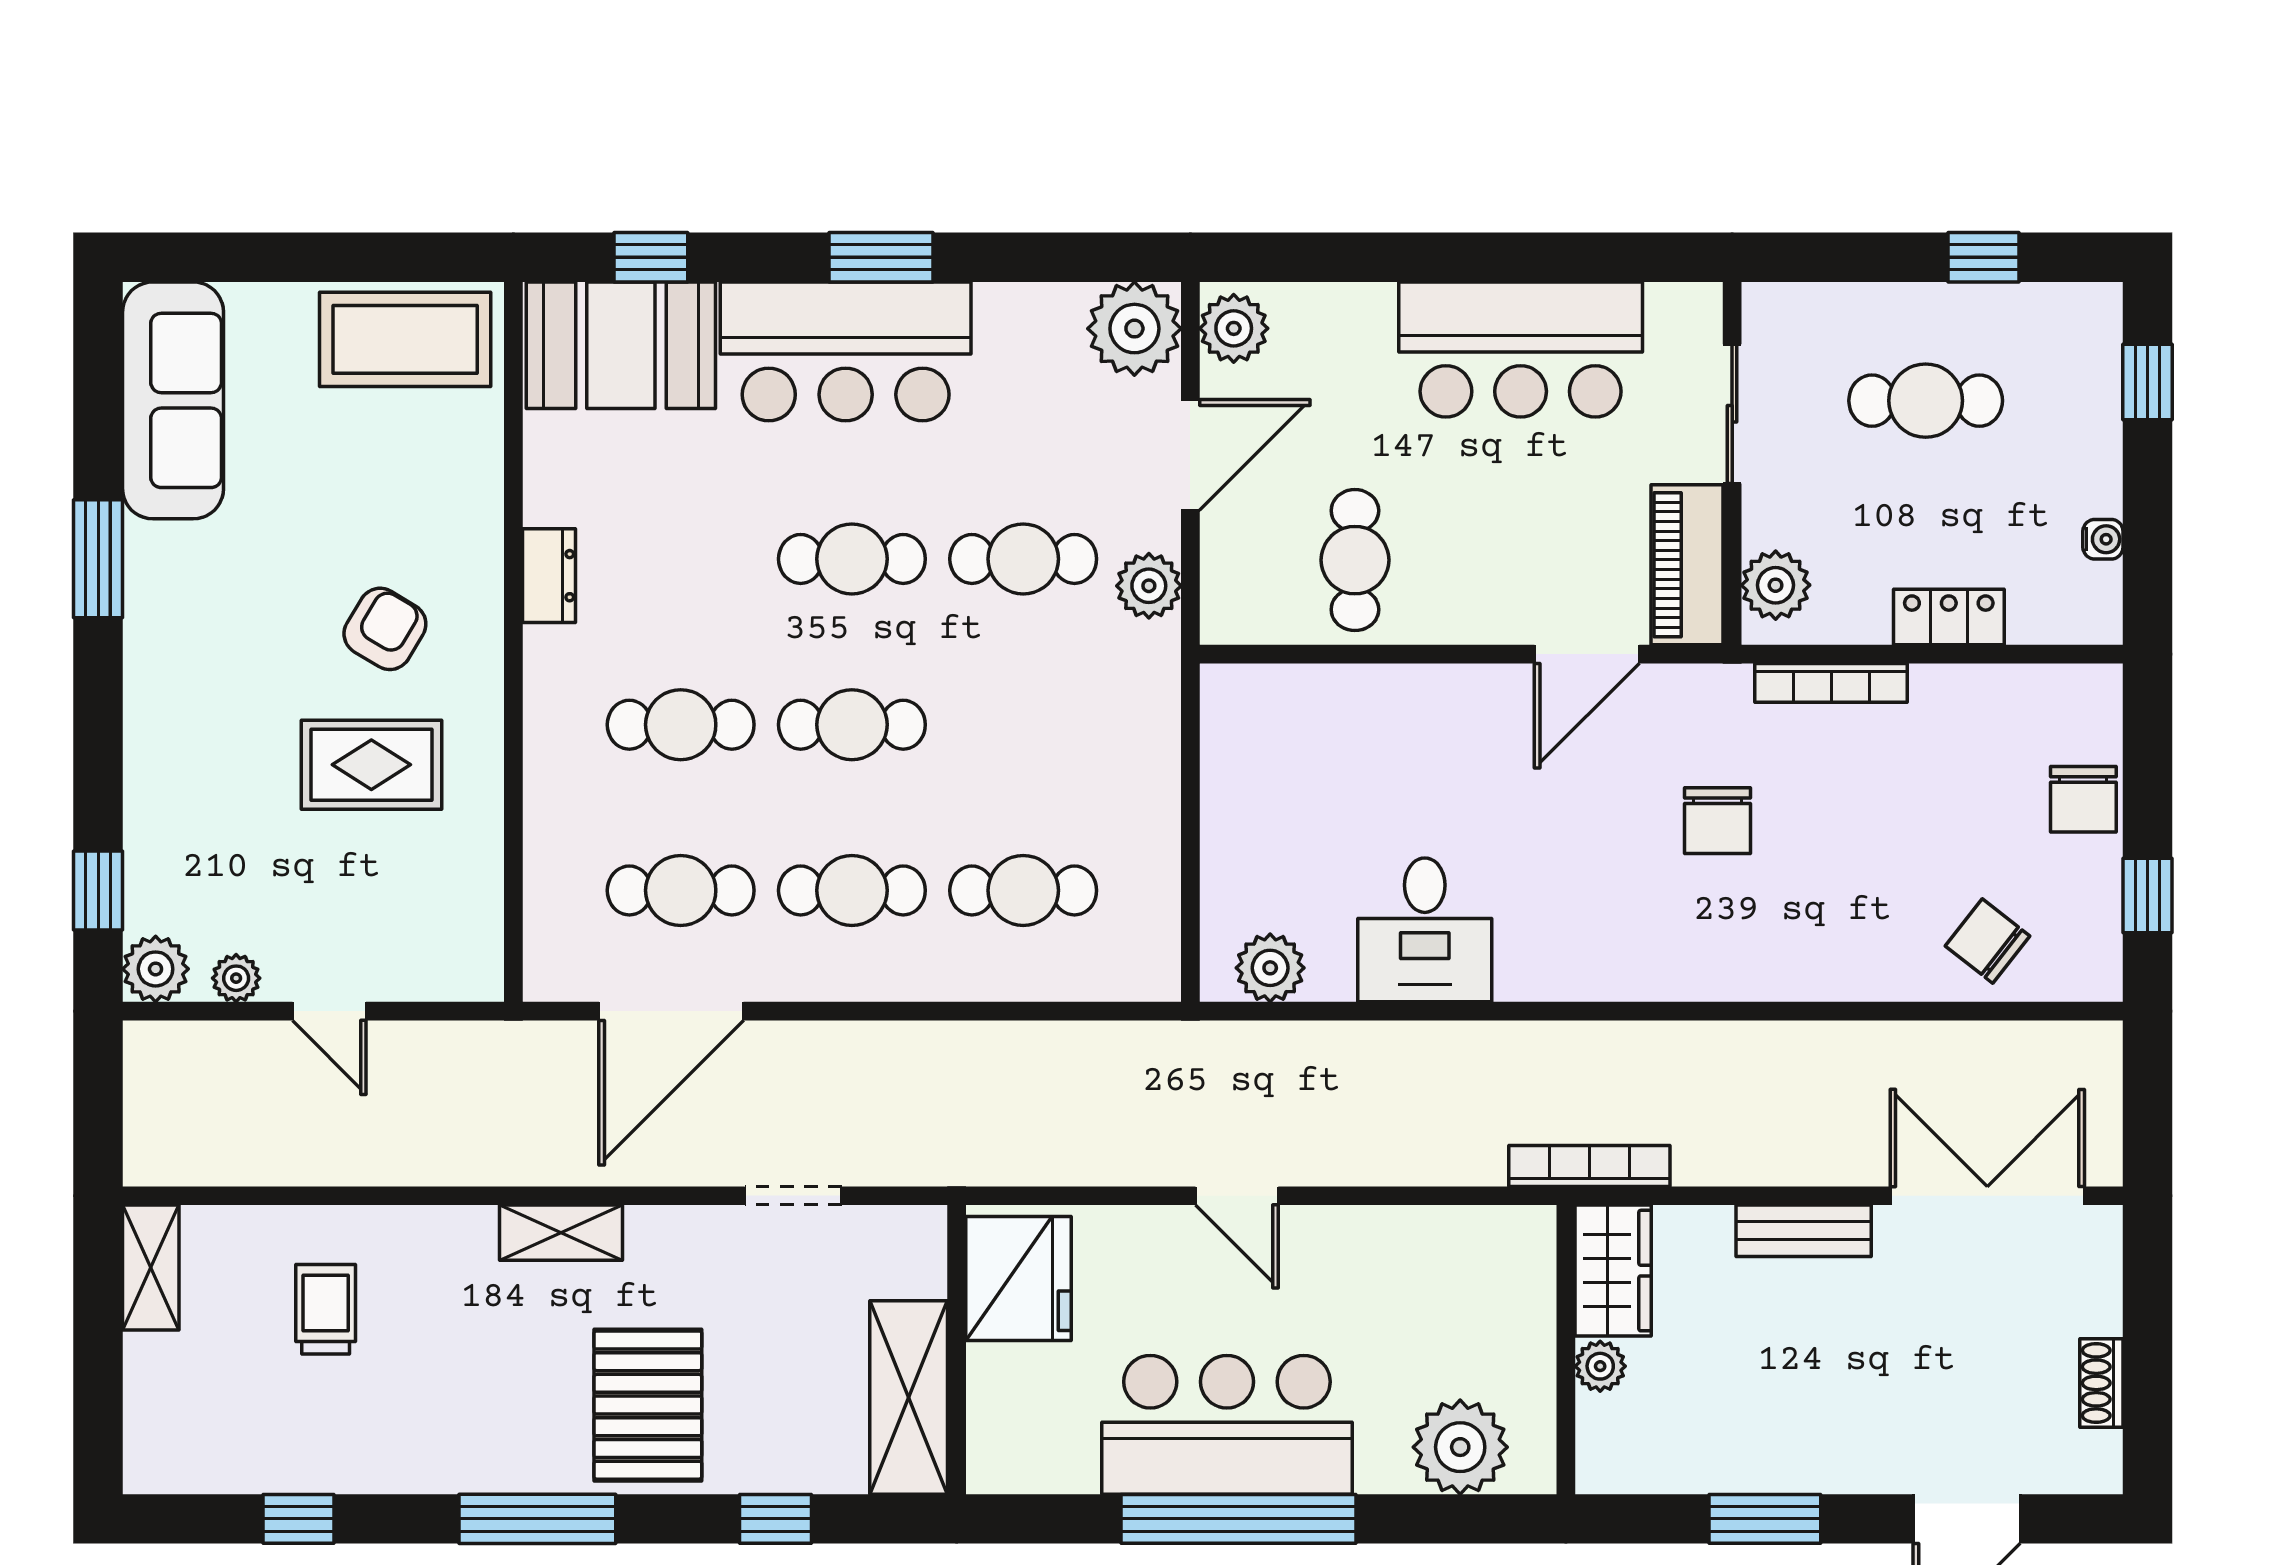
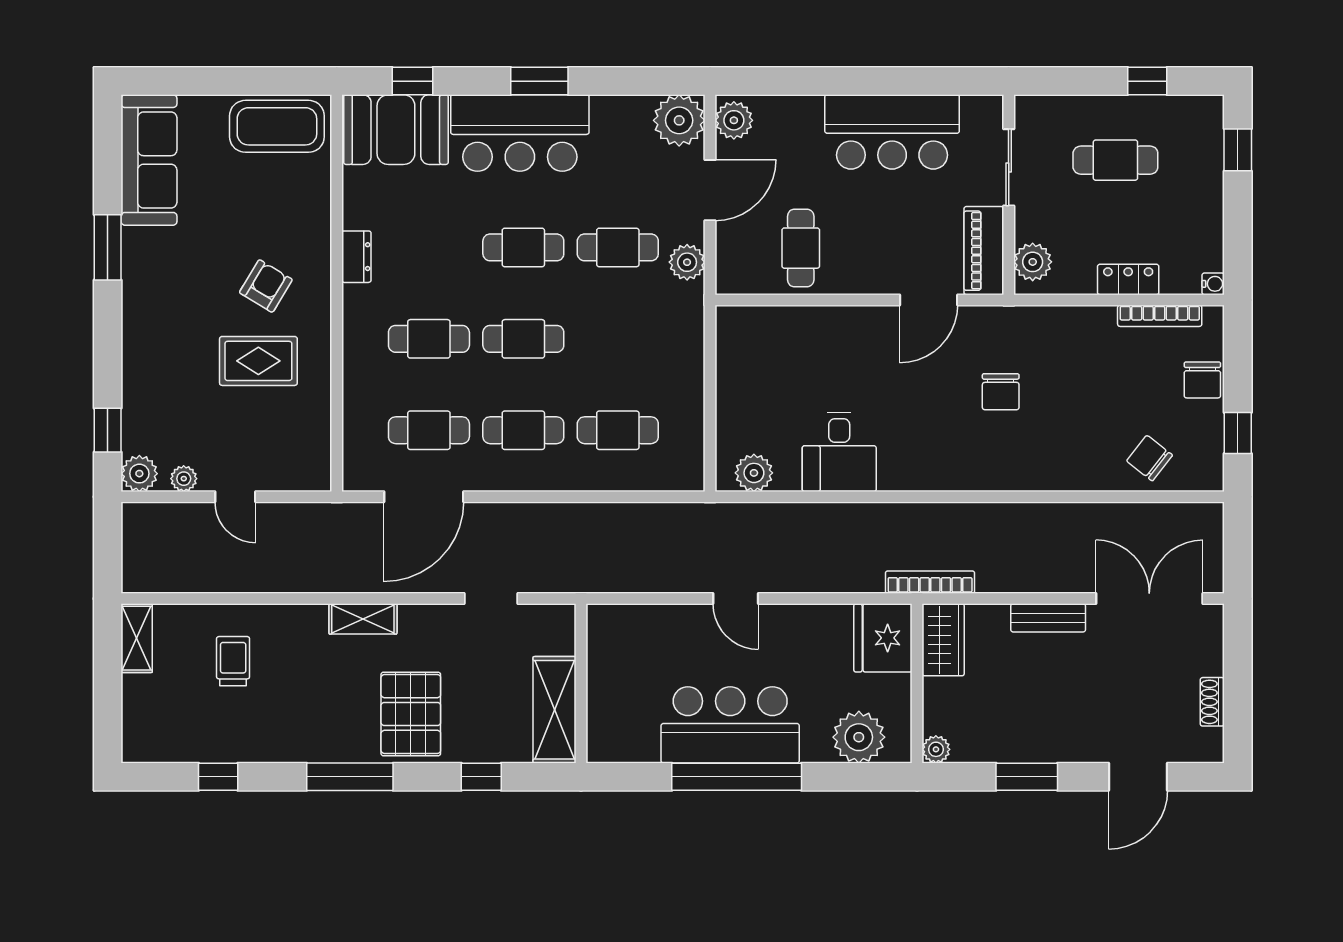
water cooler: (2103, 539) -> (1213, 284), moved
bookcase: (1831, 683) -> (1160, 316), moved
fridge: (1018, 1278) -> (883, 638), moved, turned 180
plant: (1600, 1366) -> (936, 749), moved

